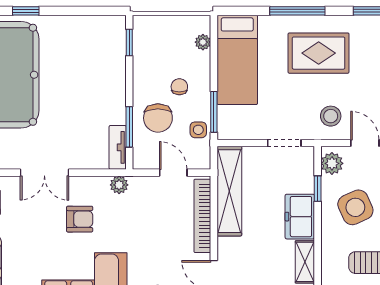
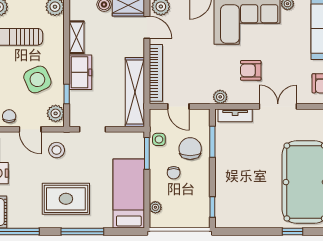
tv unit: (118, 147) -> (235, 115), moved, turned 90

